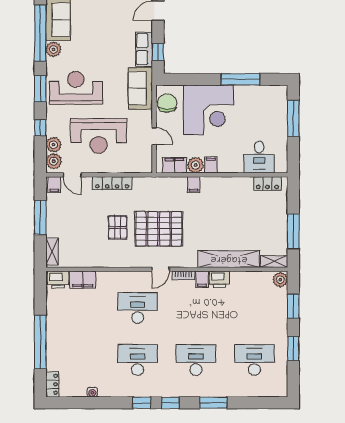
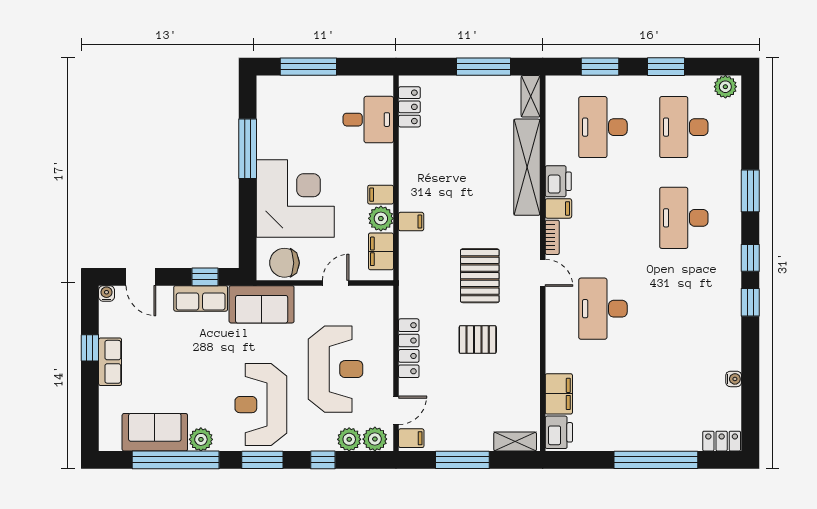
pallet: (159, 229) -> (480, 276), width x0.73, depth x0.71
plant: (280, 280) -> (725, 87), moved
desk: (138, 360) -> (603, 127), moved

